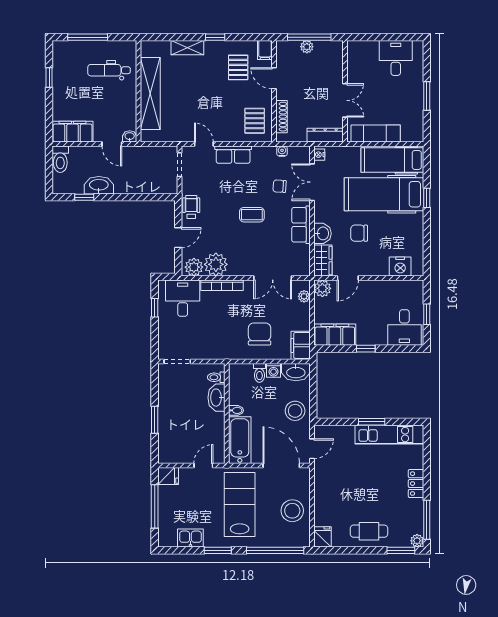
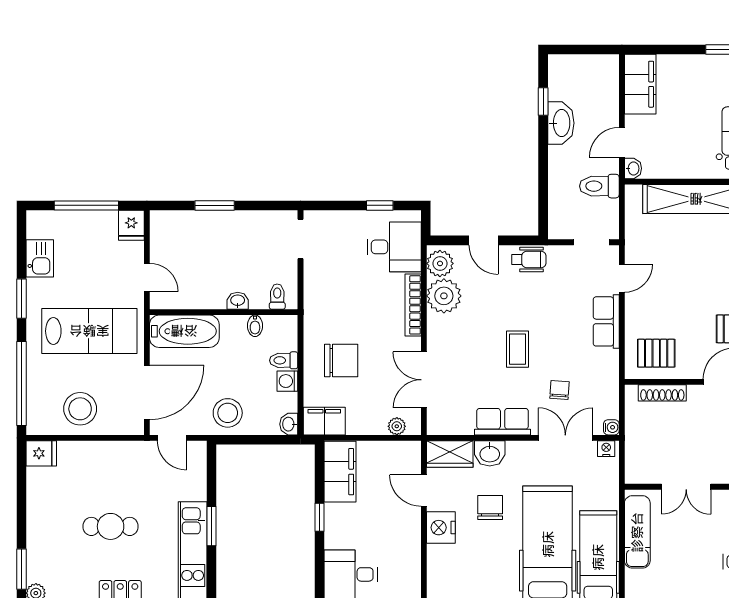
dresser: (325, 135) -> (635, 457), removed
water cooler: (282, 151) -> (611, 427), moved
toilet: (60, 159) -> (599, 186), moved
nightstand: (400, 266) -> (441, 528), moved
plant: (322, 288) -> (408, 453), removed
washbasin: (296, 372) -> (289, 424), width x0.52, depth x0.69
washbasin: (217, 398) -> (238, 301), width x0.52, depth x0.69
bidet: (236, 410) -> (255, 326), moved
cafe table: (369, 531) -> (111, 526), moved, turned 90

